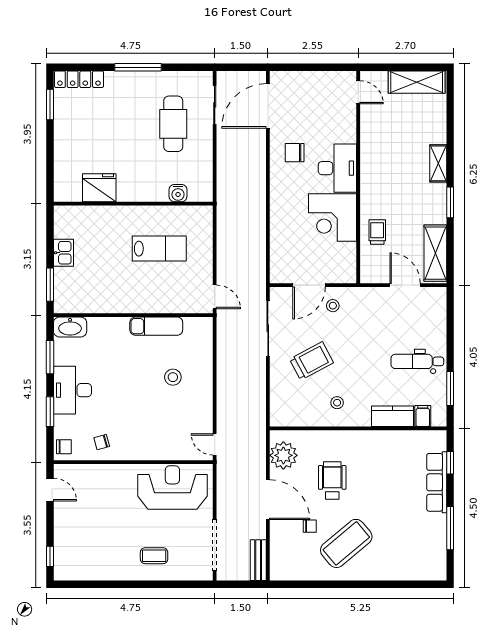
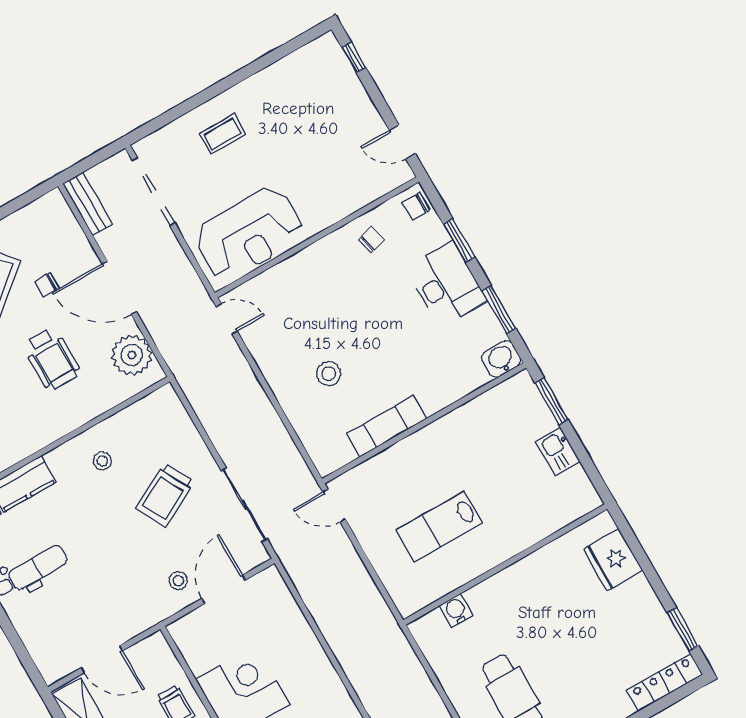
fridge: (99, 188) -> (613, 560), moved, turned 90
washbasin: (70, 327) -> (501, 359), width x0.72

